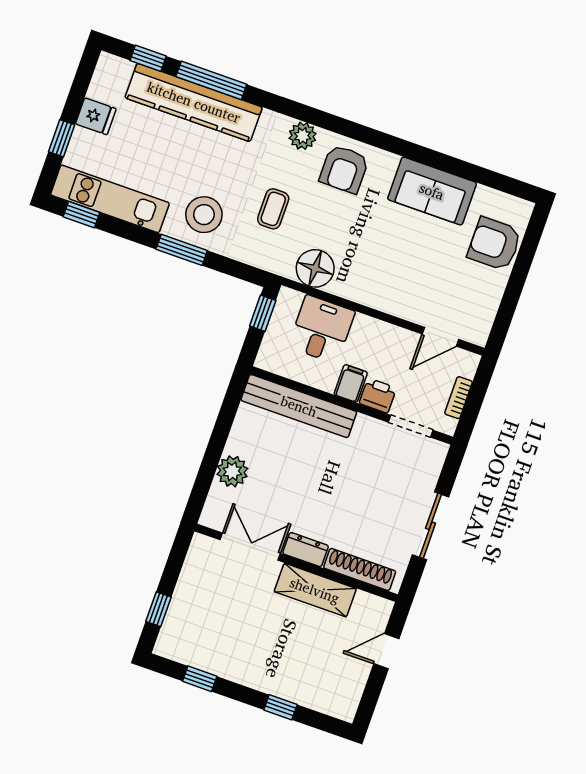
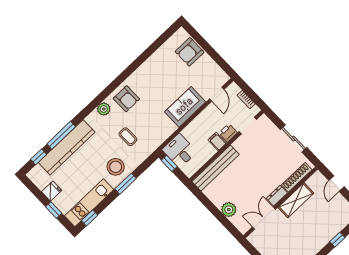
sofa: (432, 191) -> (185, 107), moved, turned 180
floor lamp: (315, 268) -> (162, 132), removed
desk: (322, 329) -> (179, 151), moved

